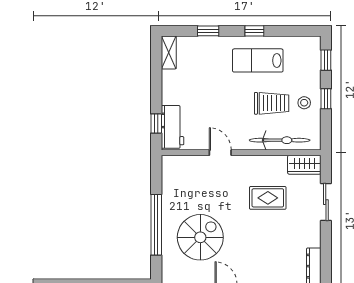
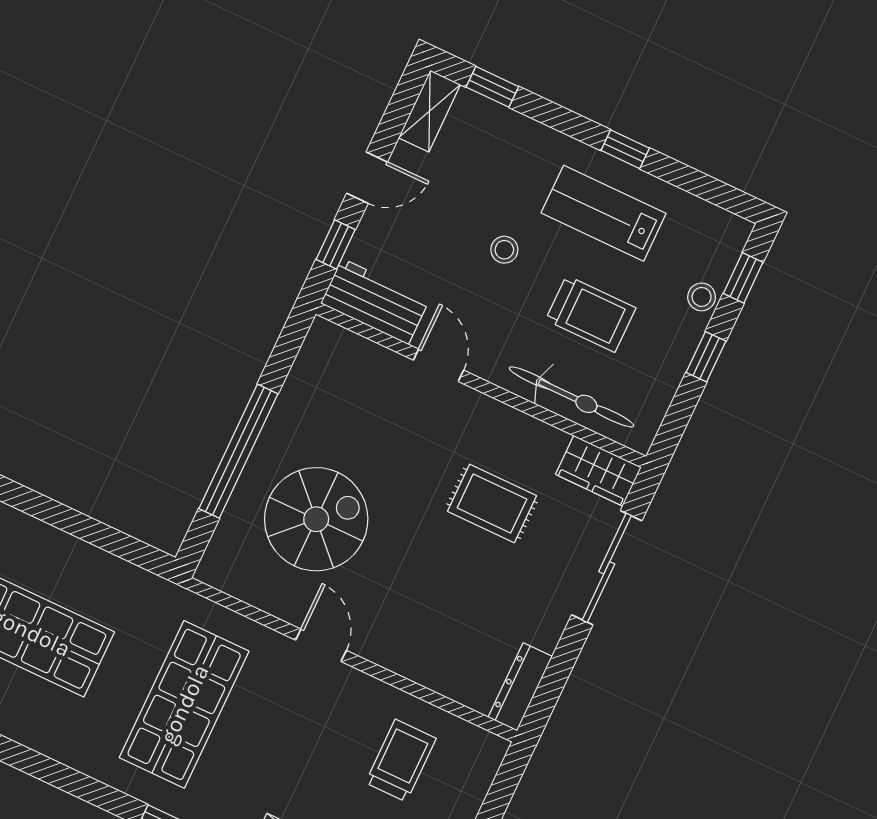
window: (208, 31) -> (492, 87), moved
door: (156, 91) -> (367, 178), added
stool: (225, 94) -> (504, 250), added
stool: (304, 103) -> (702, 297), moved
workbench: (172, 127) -> (375, 301), moved, turned -90
sliding door: (326, 202) -> (607, 568), width x1.37

